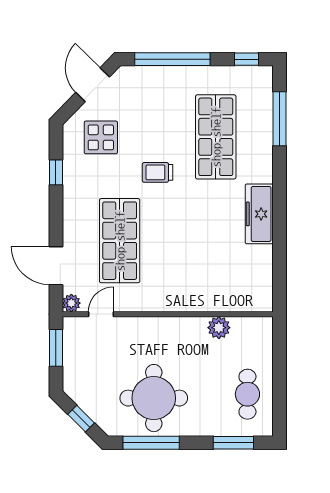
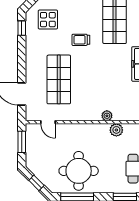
window: (56, 172) -> (22, 28), moved
plant: (71, 303) -> (107, 116), moved
door: (101, 314) -> (48, 122), swing flipped

